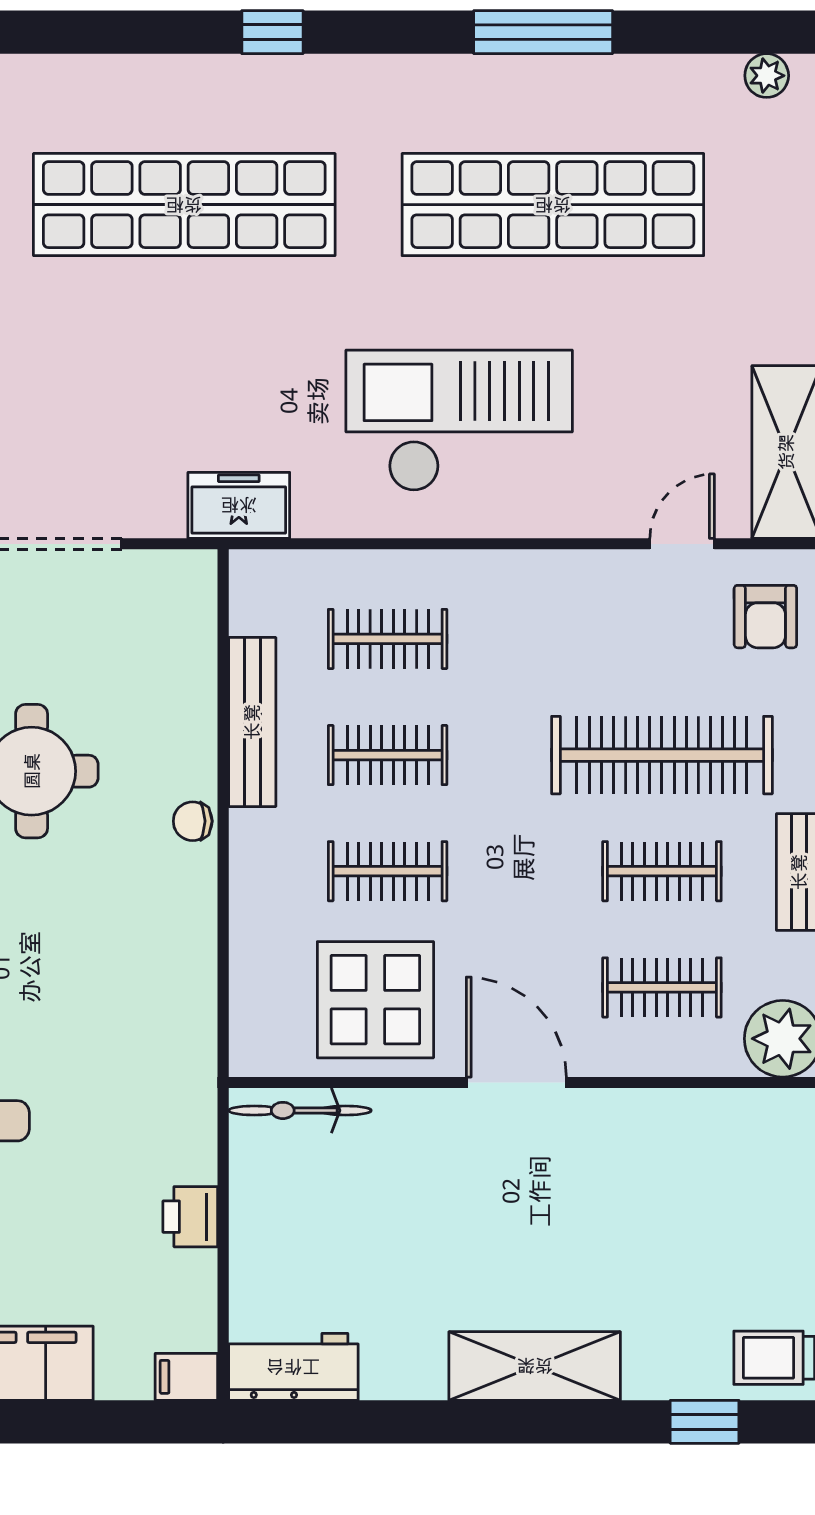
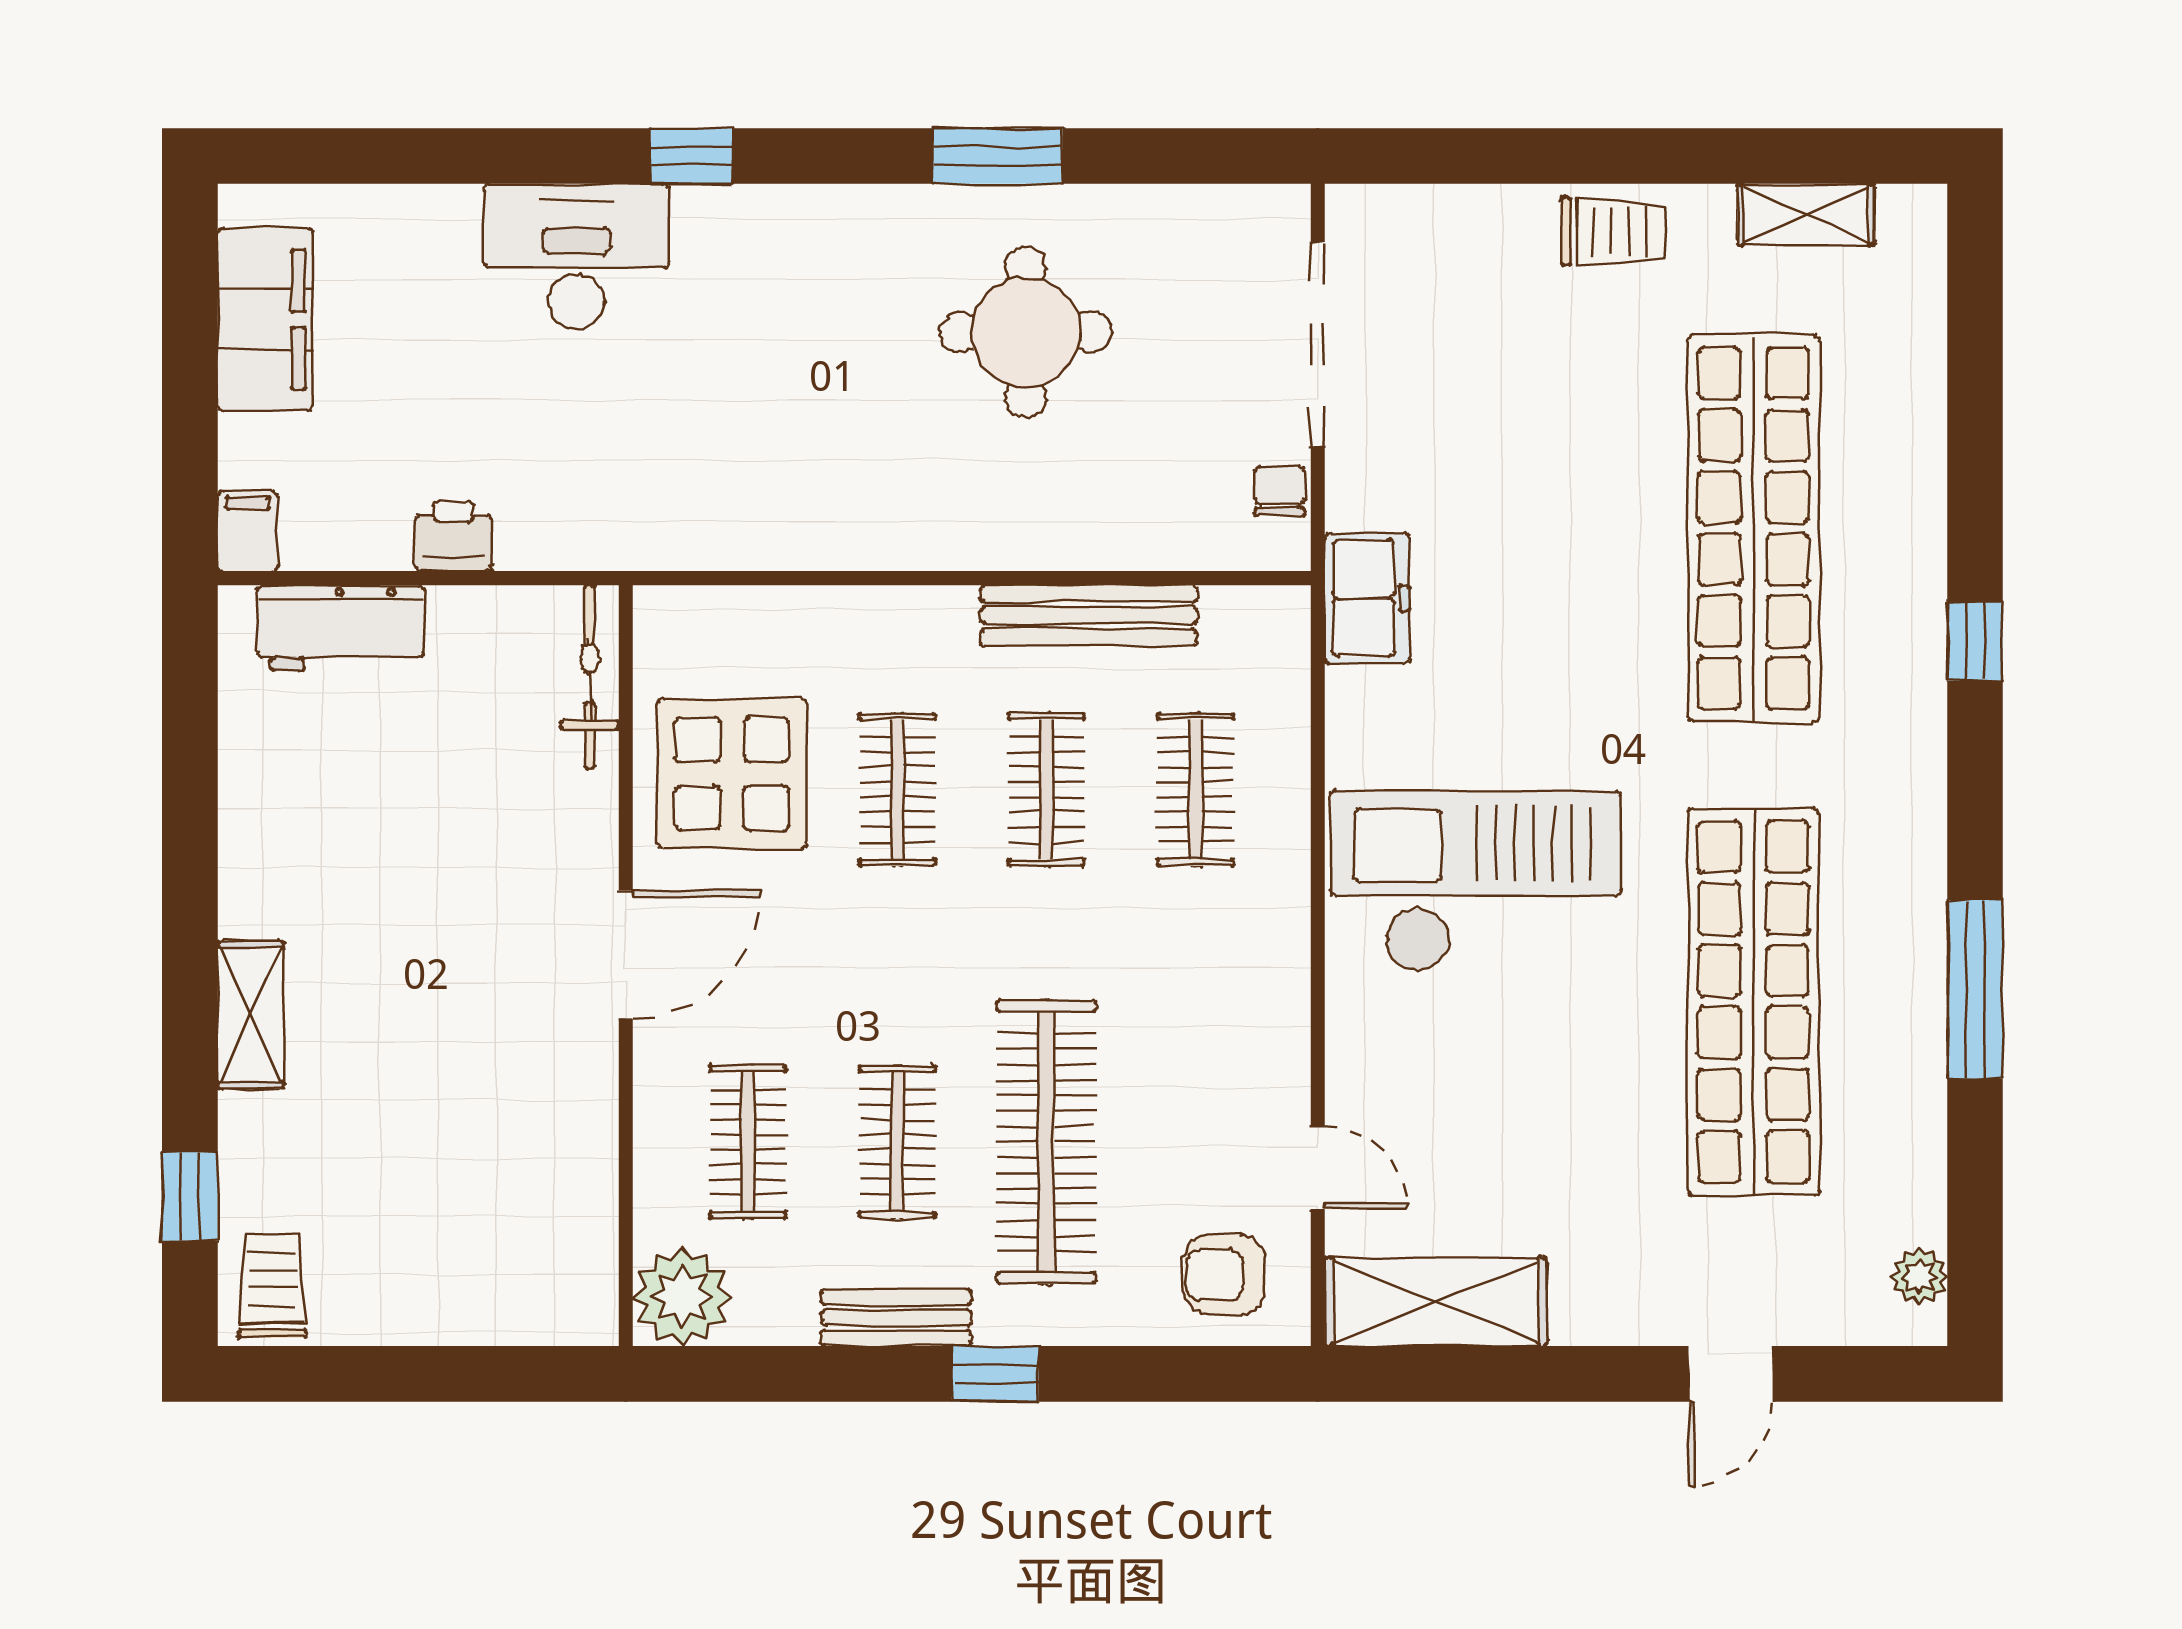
checkout: (459, 421) -> (1476, 881), turned -90
chair: (193, 821) -> (1279, 491), moved
shelving: (535, 1366) -> (251, 1015), width x0.67, depth x0.75
workbench: (293, 1367) -> (341, 628), moved, turned 90

